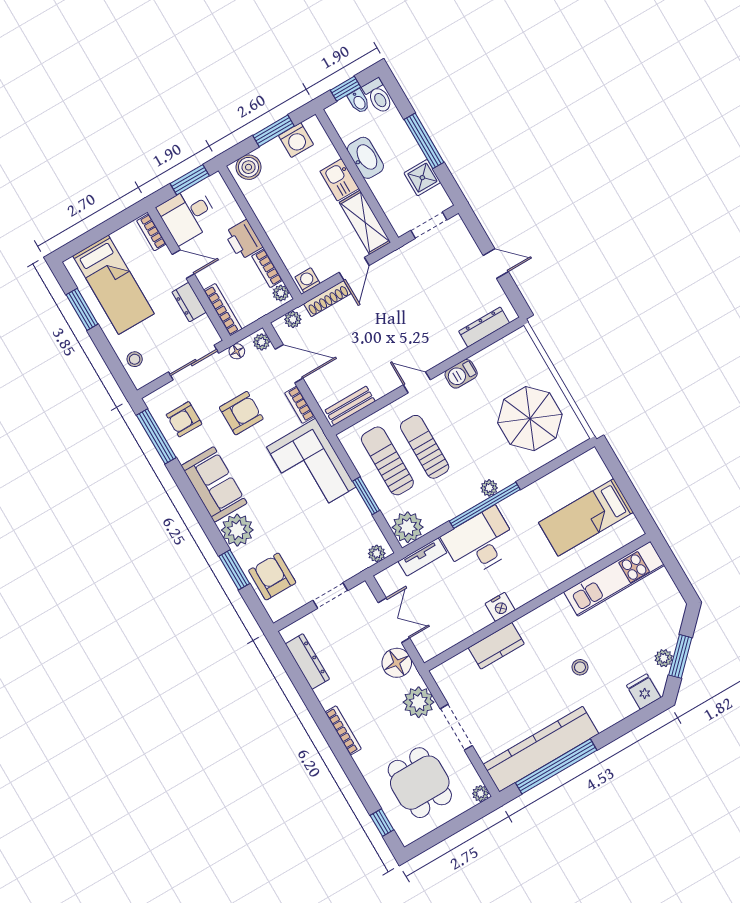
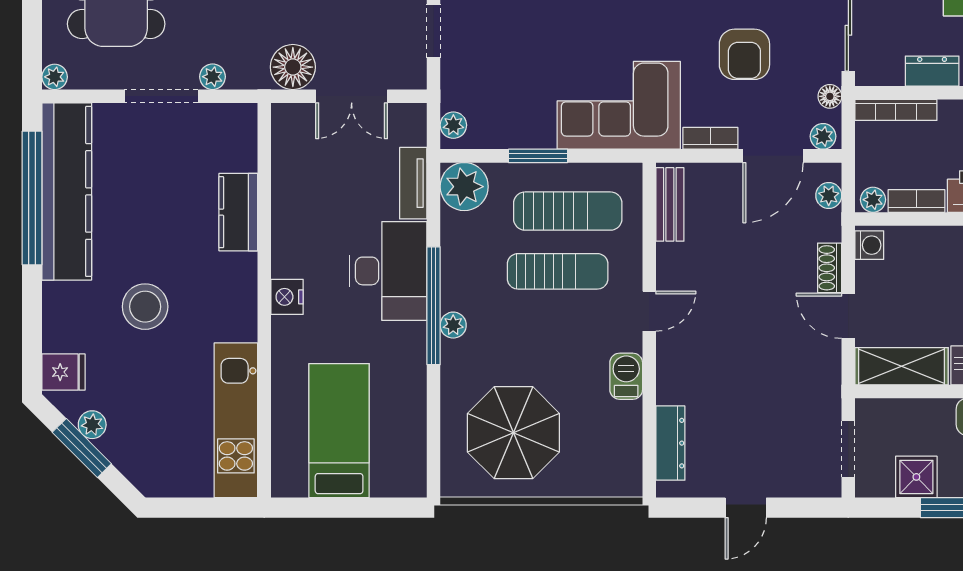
shoe rack: (327, 299) -> (830, 268), width x0.70
nightstand: (500, 607) -> (287, 297), moved
stool: (580, 667) -> (145, 307), width x1.89, depth x1.89
plant: (419, 702) -> (213, 77), width x0.53, depth x0.53

